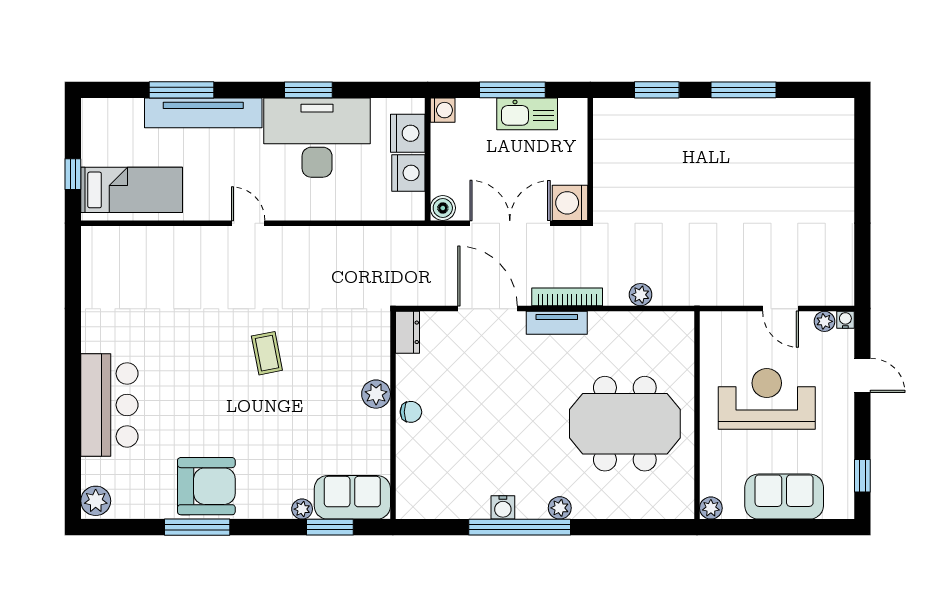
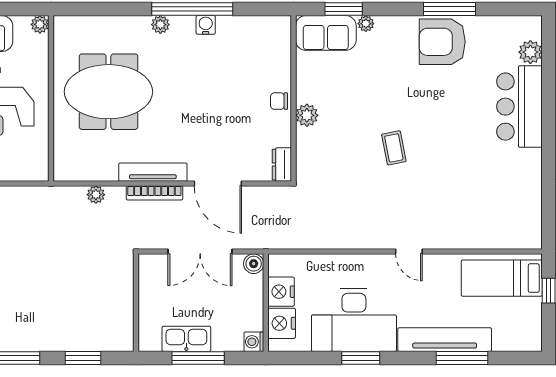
washing machine: (570, 203) -> (152, 268), removed
tv unit: (557, 323) -> (153, 172), width x1.41
plant: (96, 501) -> (530, 52), moved

